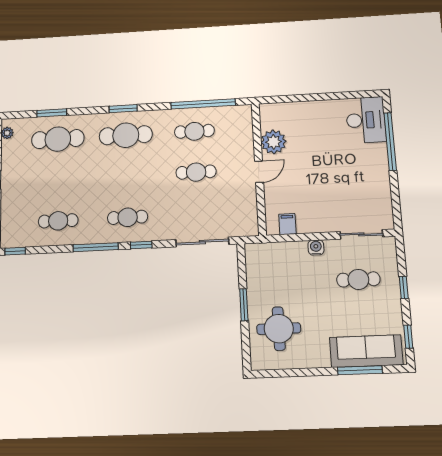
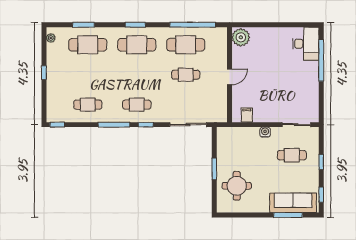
cafe table: (194, 131) -> (186, 45), width x1.37, depth x1.35
plant: (273, 142) -> (241, 37), moved

